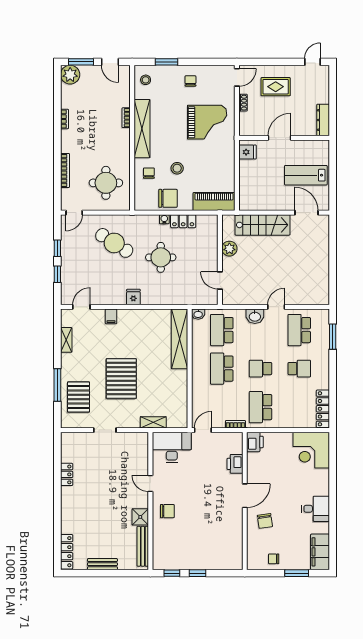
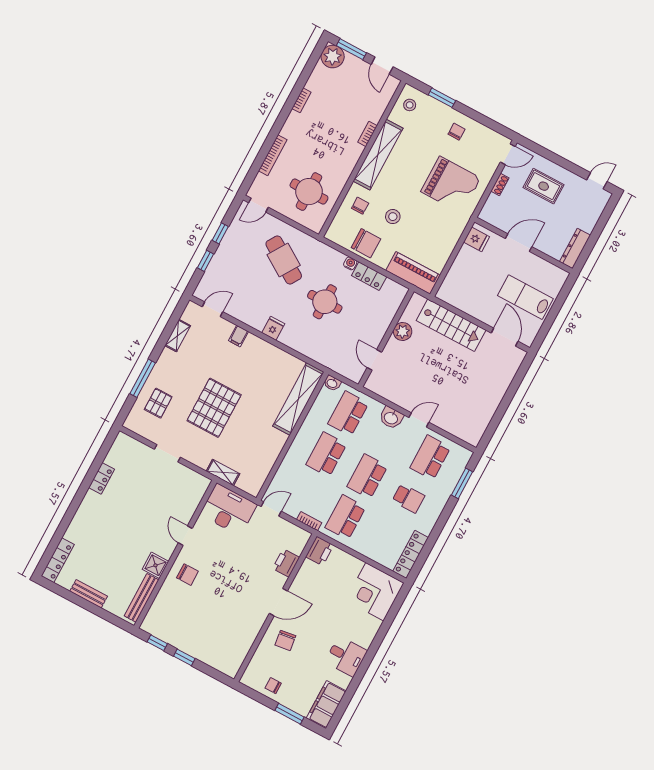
school desk: (260, 369) -> (367, 476), width x1.85
pallet: (79, 397) -> (158, 403), width x0.67, depth x0.71

